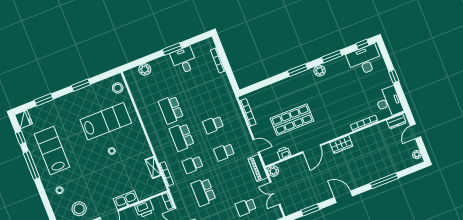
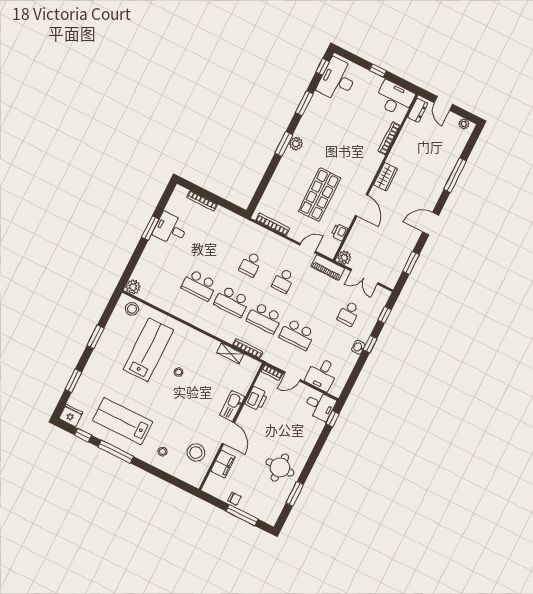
plant: (145, 69) -> (133, 287), moved
plant: (320, 71) -> (296, 144), moved
school desk: (193, 165) -> (265, 318), width x1.85

